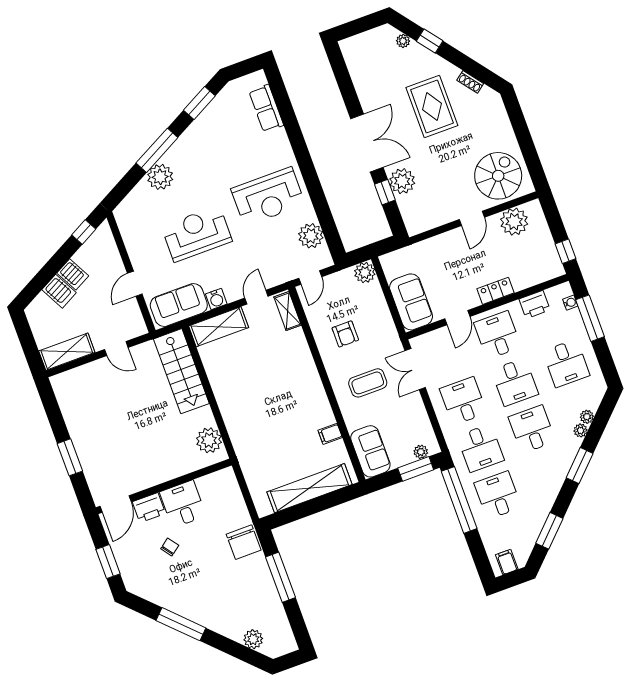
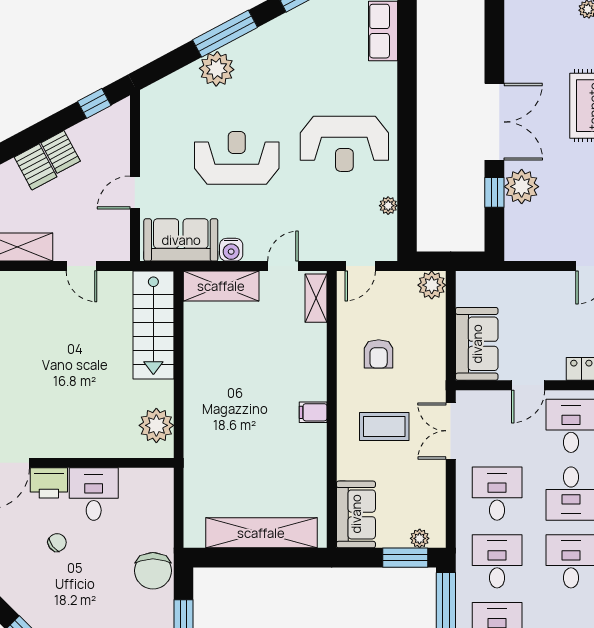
plant: (311, 236) -> (388, 206), width x0.53, depth x0.53
filing cabinet: (330, 434) -> (313, 412), moved
desk: (481, 448) -> (497, 561), turned 180

